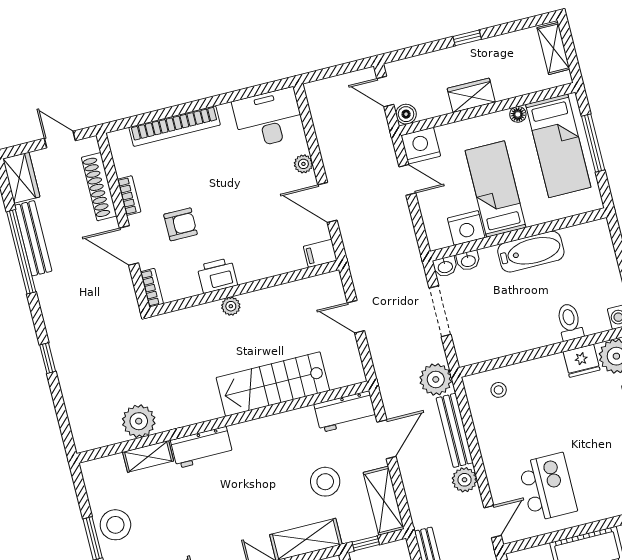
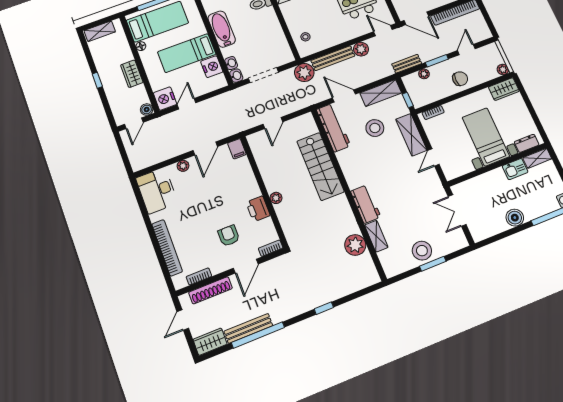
bookcase: (129, 196) -> (199, 276), moved
workbench: (345, 412) -> (333, 128), width x1.38

